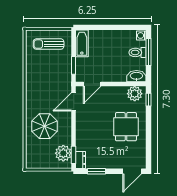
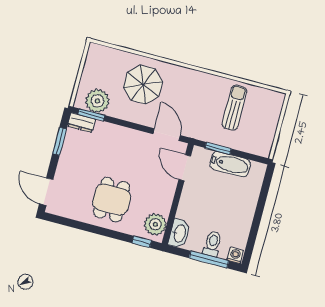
bathtub: (82, 43) -> (230, 164), moved
sun lounger: (49, 44) -> (234, 108), moved
dining table: (126, 127) -> (112, 200), turned 90

